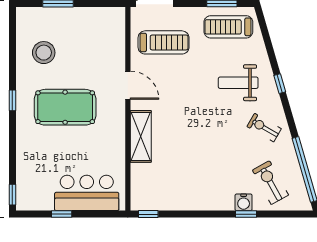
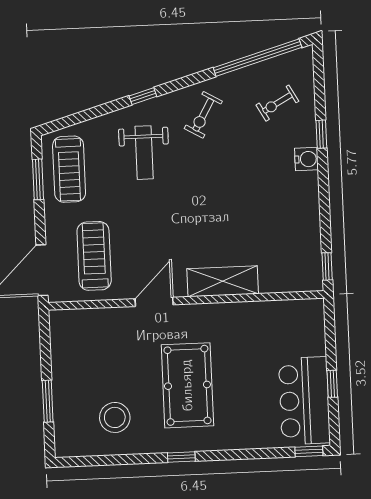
exercise bike: (270, 183) -> (277, 103), width x0.73, depth x0.72
bar counter: (87, 193) -> (304, 401), moved
water cooler: (244, 202) -> (306, 159), moved

